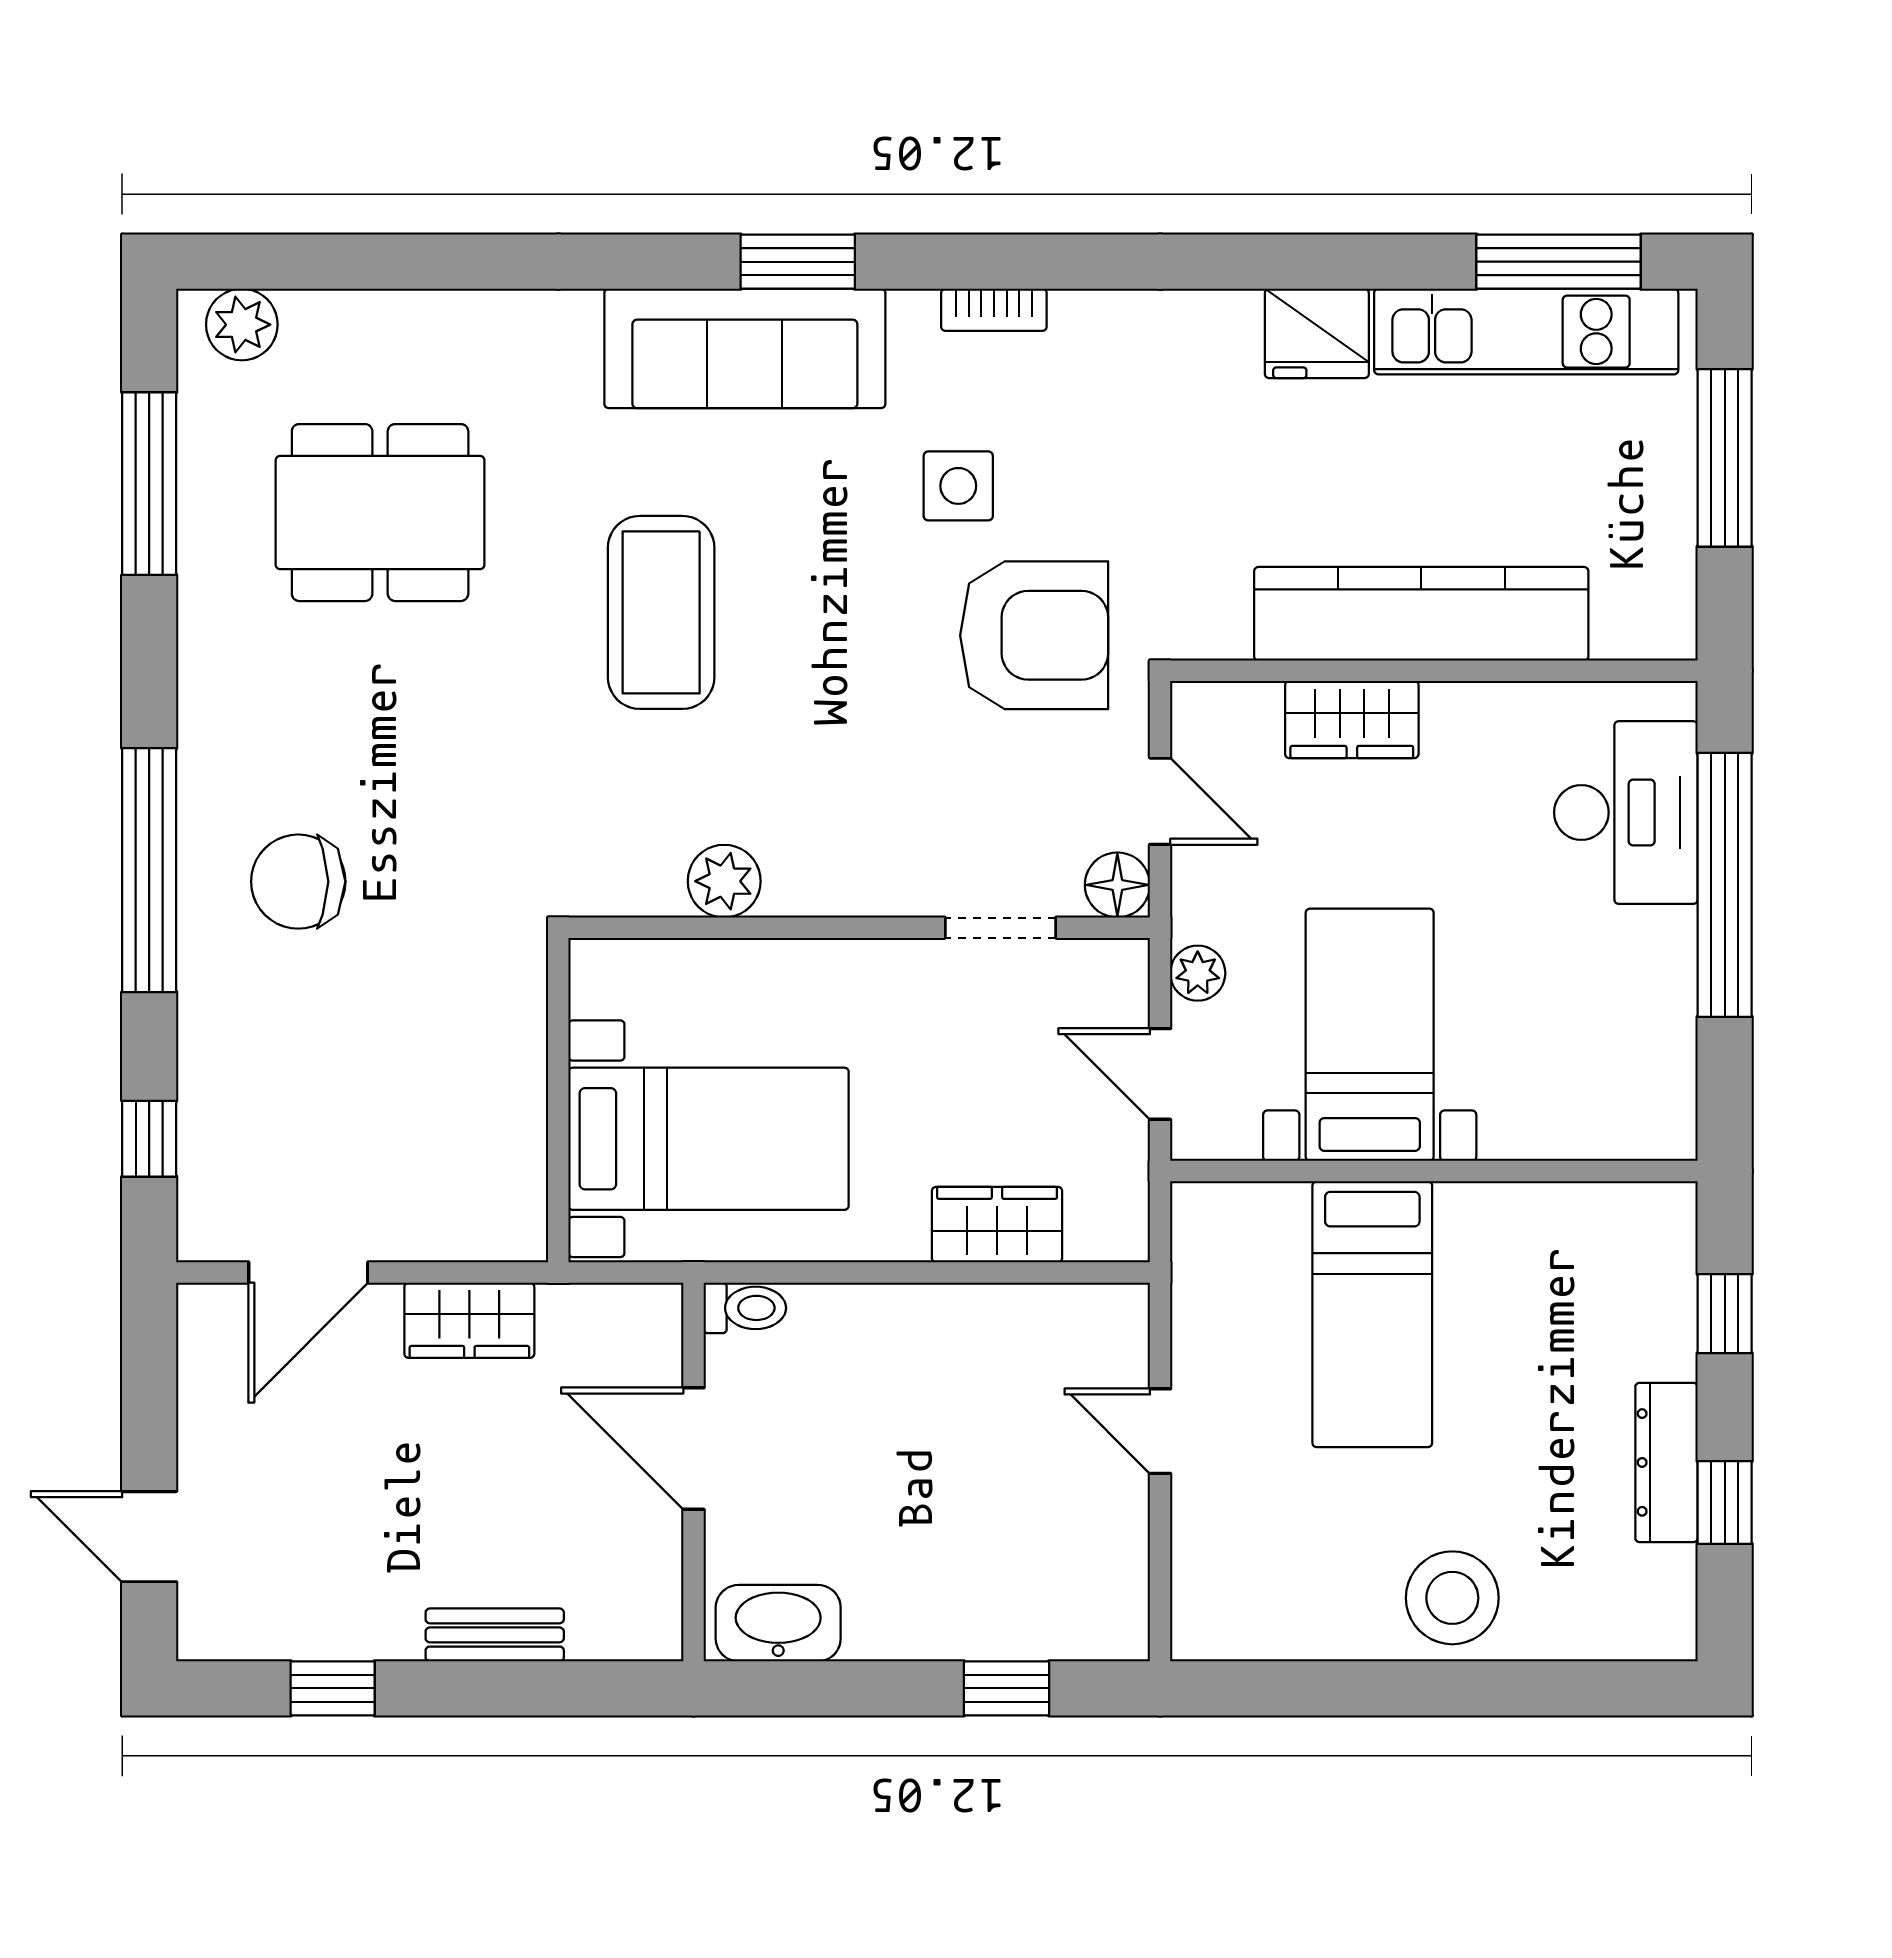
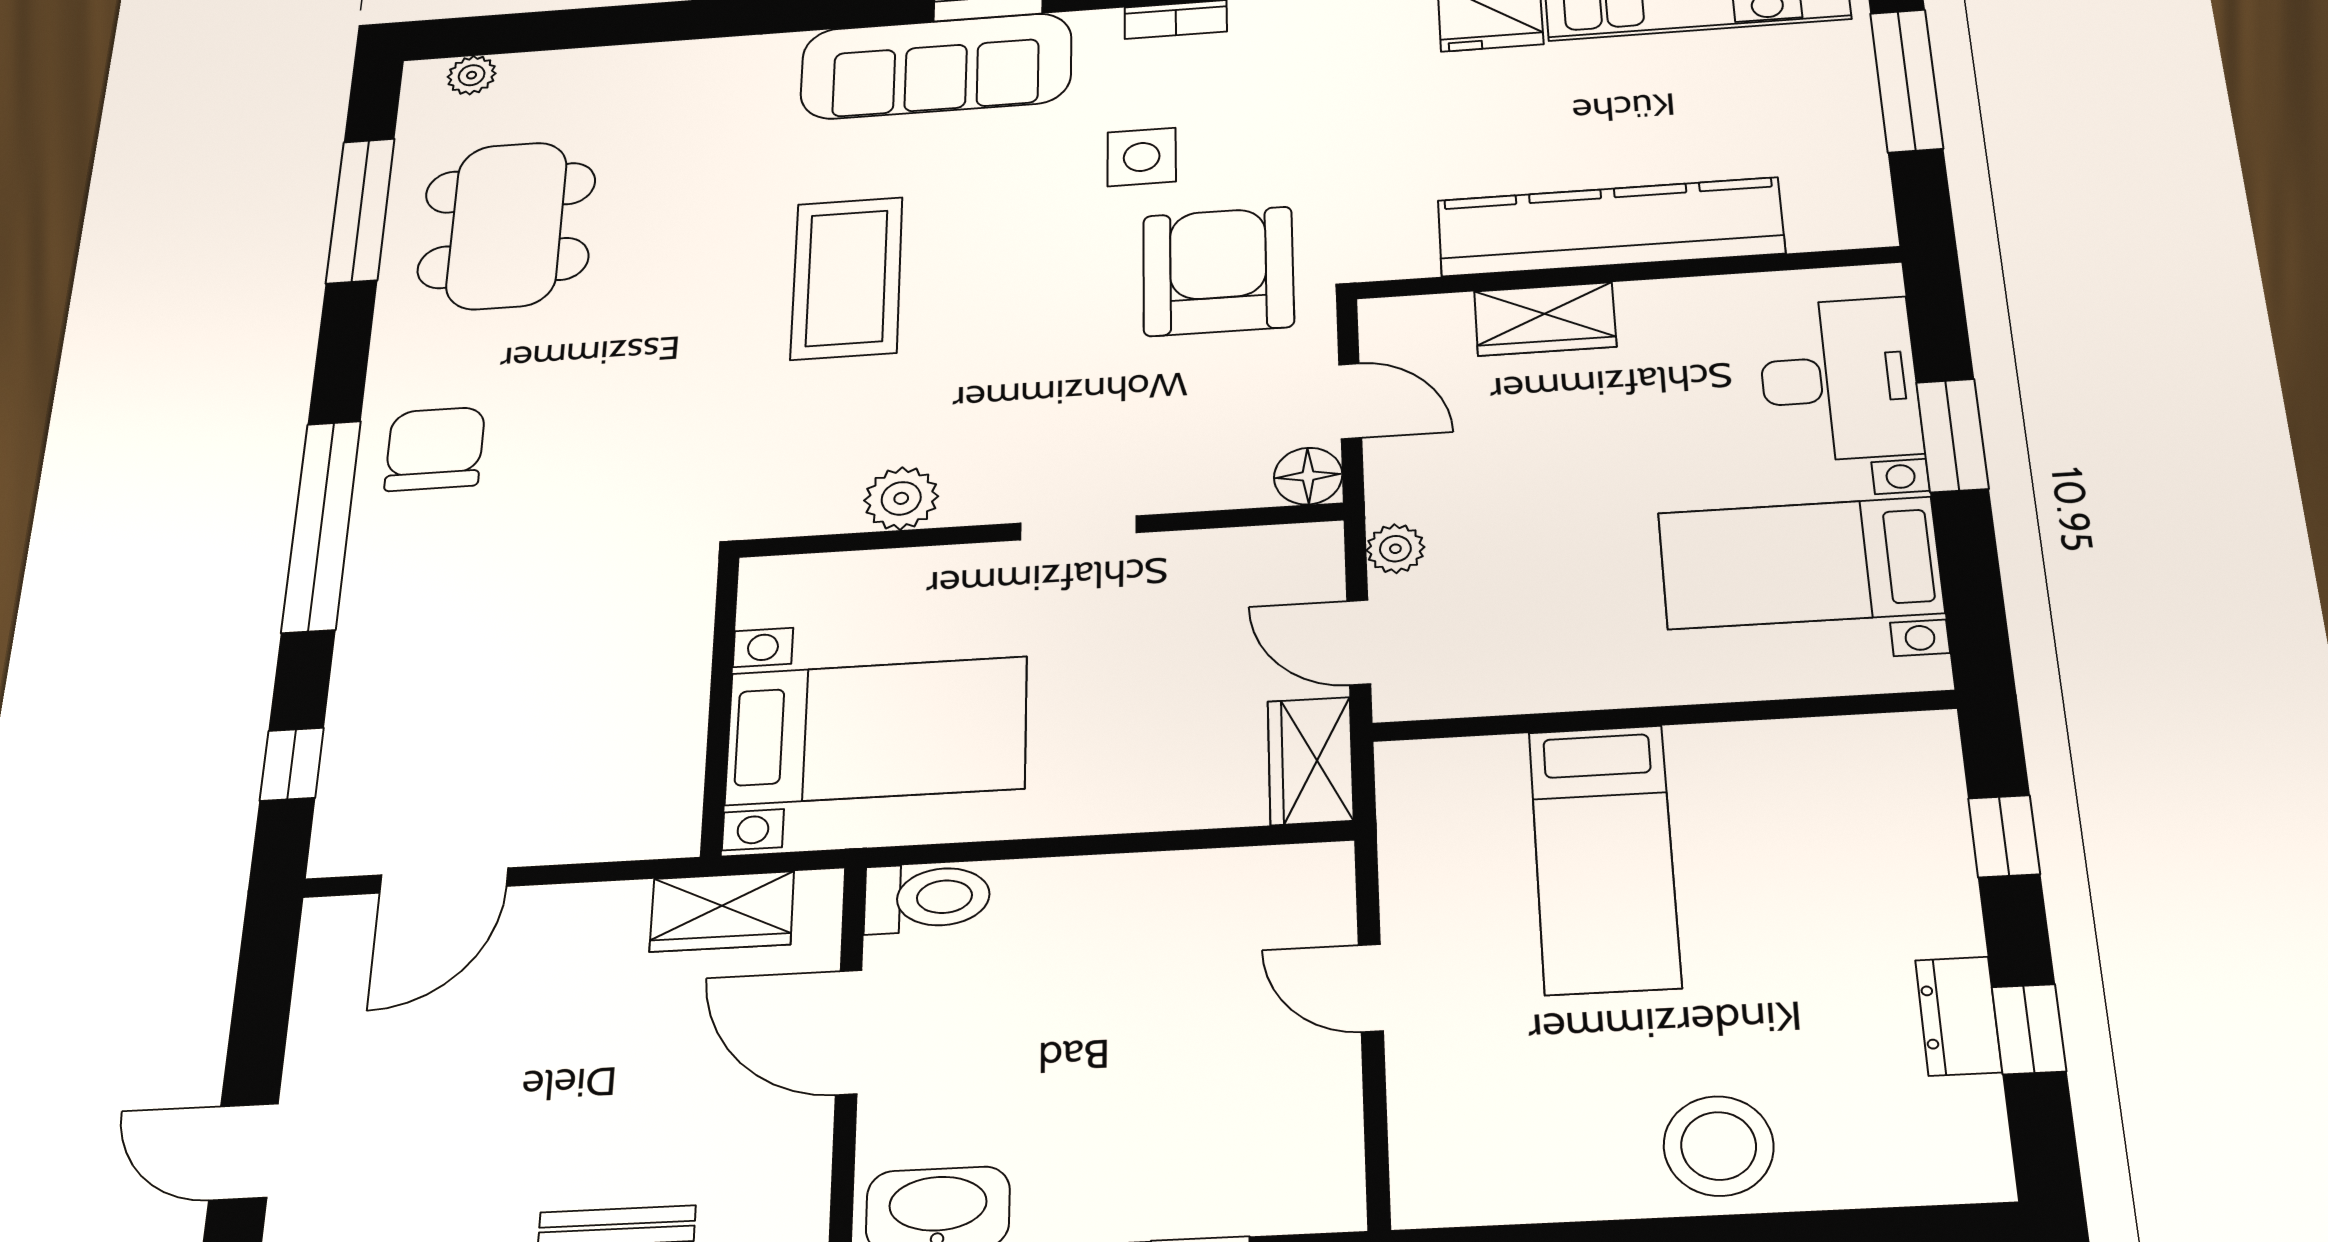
plant: (242, 325) -> (472, 75), width x0.73, depth x0.73
dining table: (380, 513) -> (507, 225), moved, turned 90
armchair: (1034, 635) -> (1218, 271), turned -90
chair: (298, 882) -> (435, 449), moved, turned 90
window: (1725, 885) -> (1952, 435), width x0.47
doorway: (1000, 928) -> (1078, 528), moved
bed with nightstands: (1370, 1035) -> (1800, 563), moved, turned -90
wardrobe: (997, 1225) -> (1310, 761), moved, turned -90
toilet: (745, 1308) -> (927, 898), width x1.37, depth x1.39
wardrobe: (469, 1320) -> (722, 912), moved
dresser: (1666, 1462) -> (1958, 1016), width x0.70

